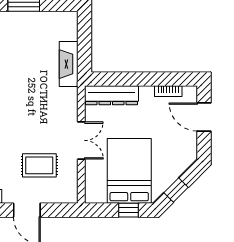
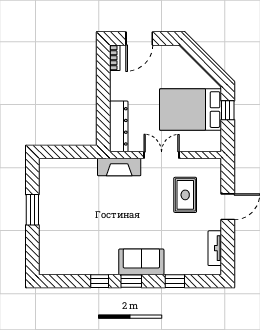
fireplace: (69, 64) -> (119, 167), moved
bookcase: (168, 91) -> (115, 58), moved
window: (176, 190) -> (209, 65), removed

